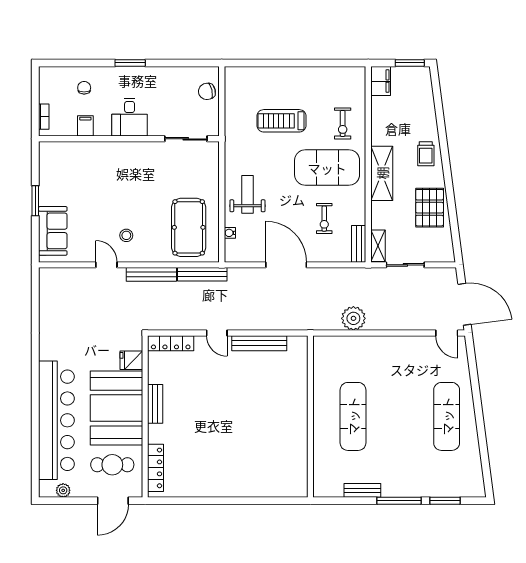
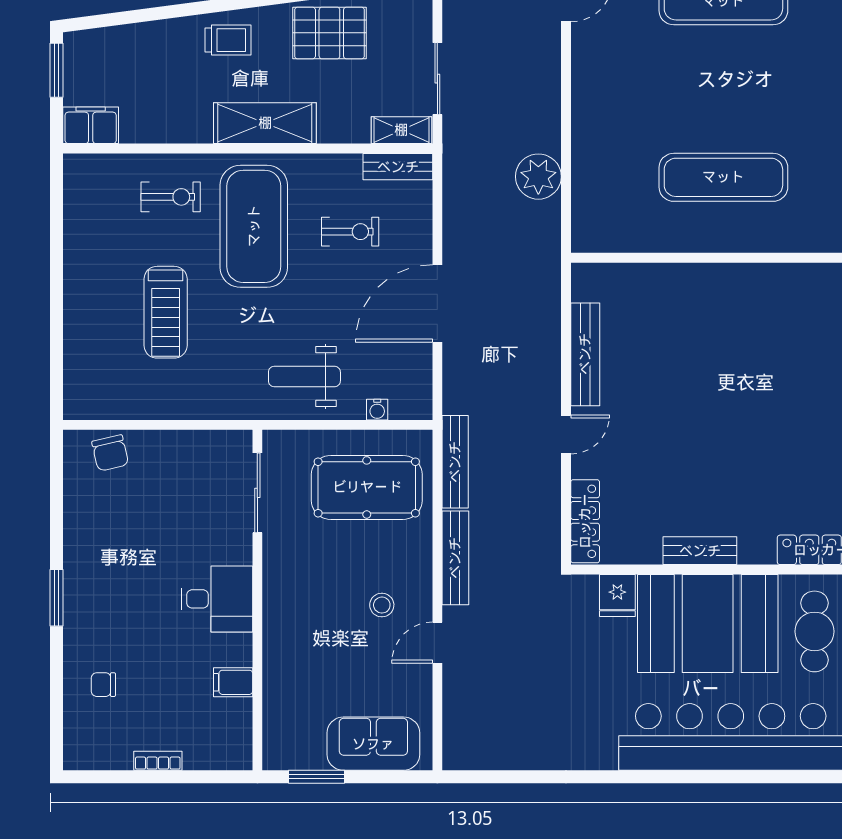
desk: (130, 117) -> (217, 599), moved
filing cabinet: (85, 126) -> (233, 682), moved
wall: (129, 139) -> (257, 600), moved
sliding door: (186, 139) -> (257, 493), moved

